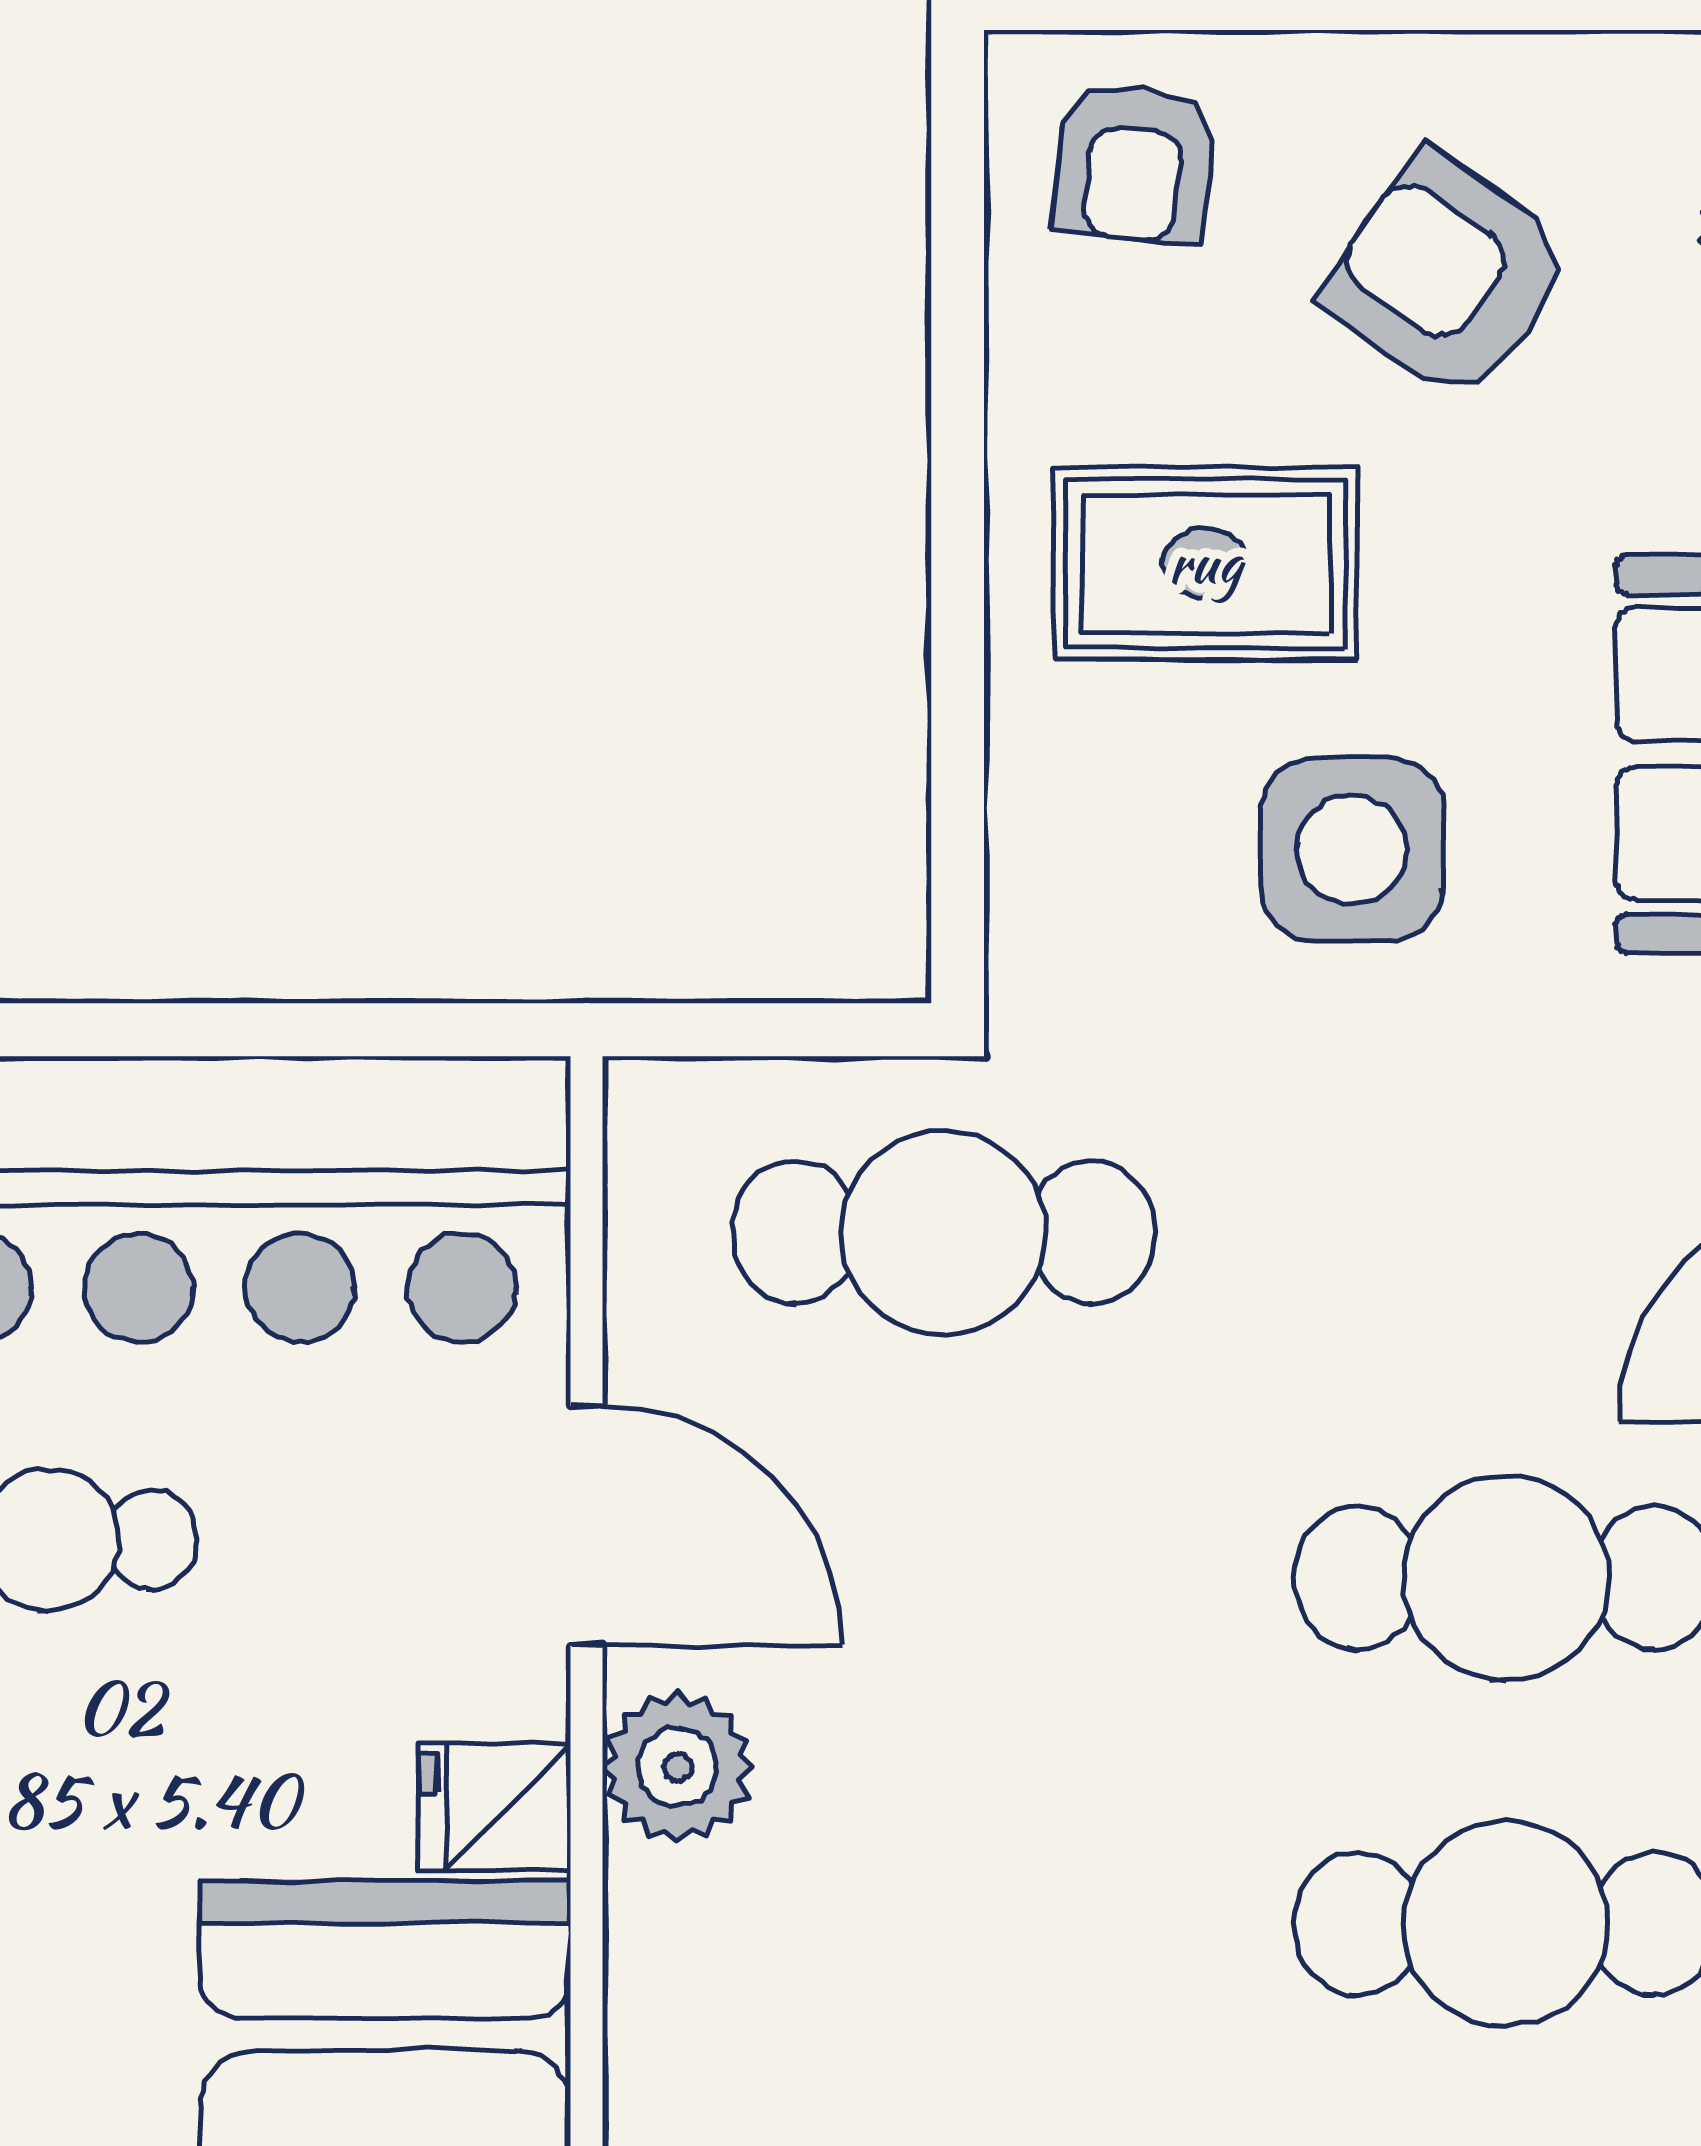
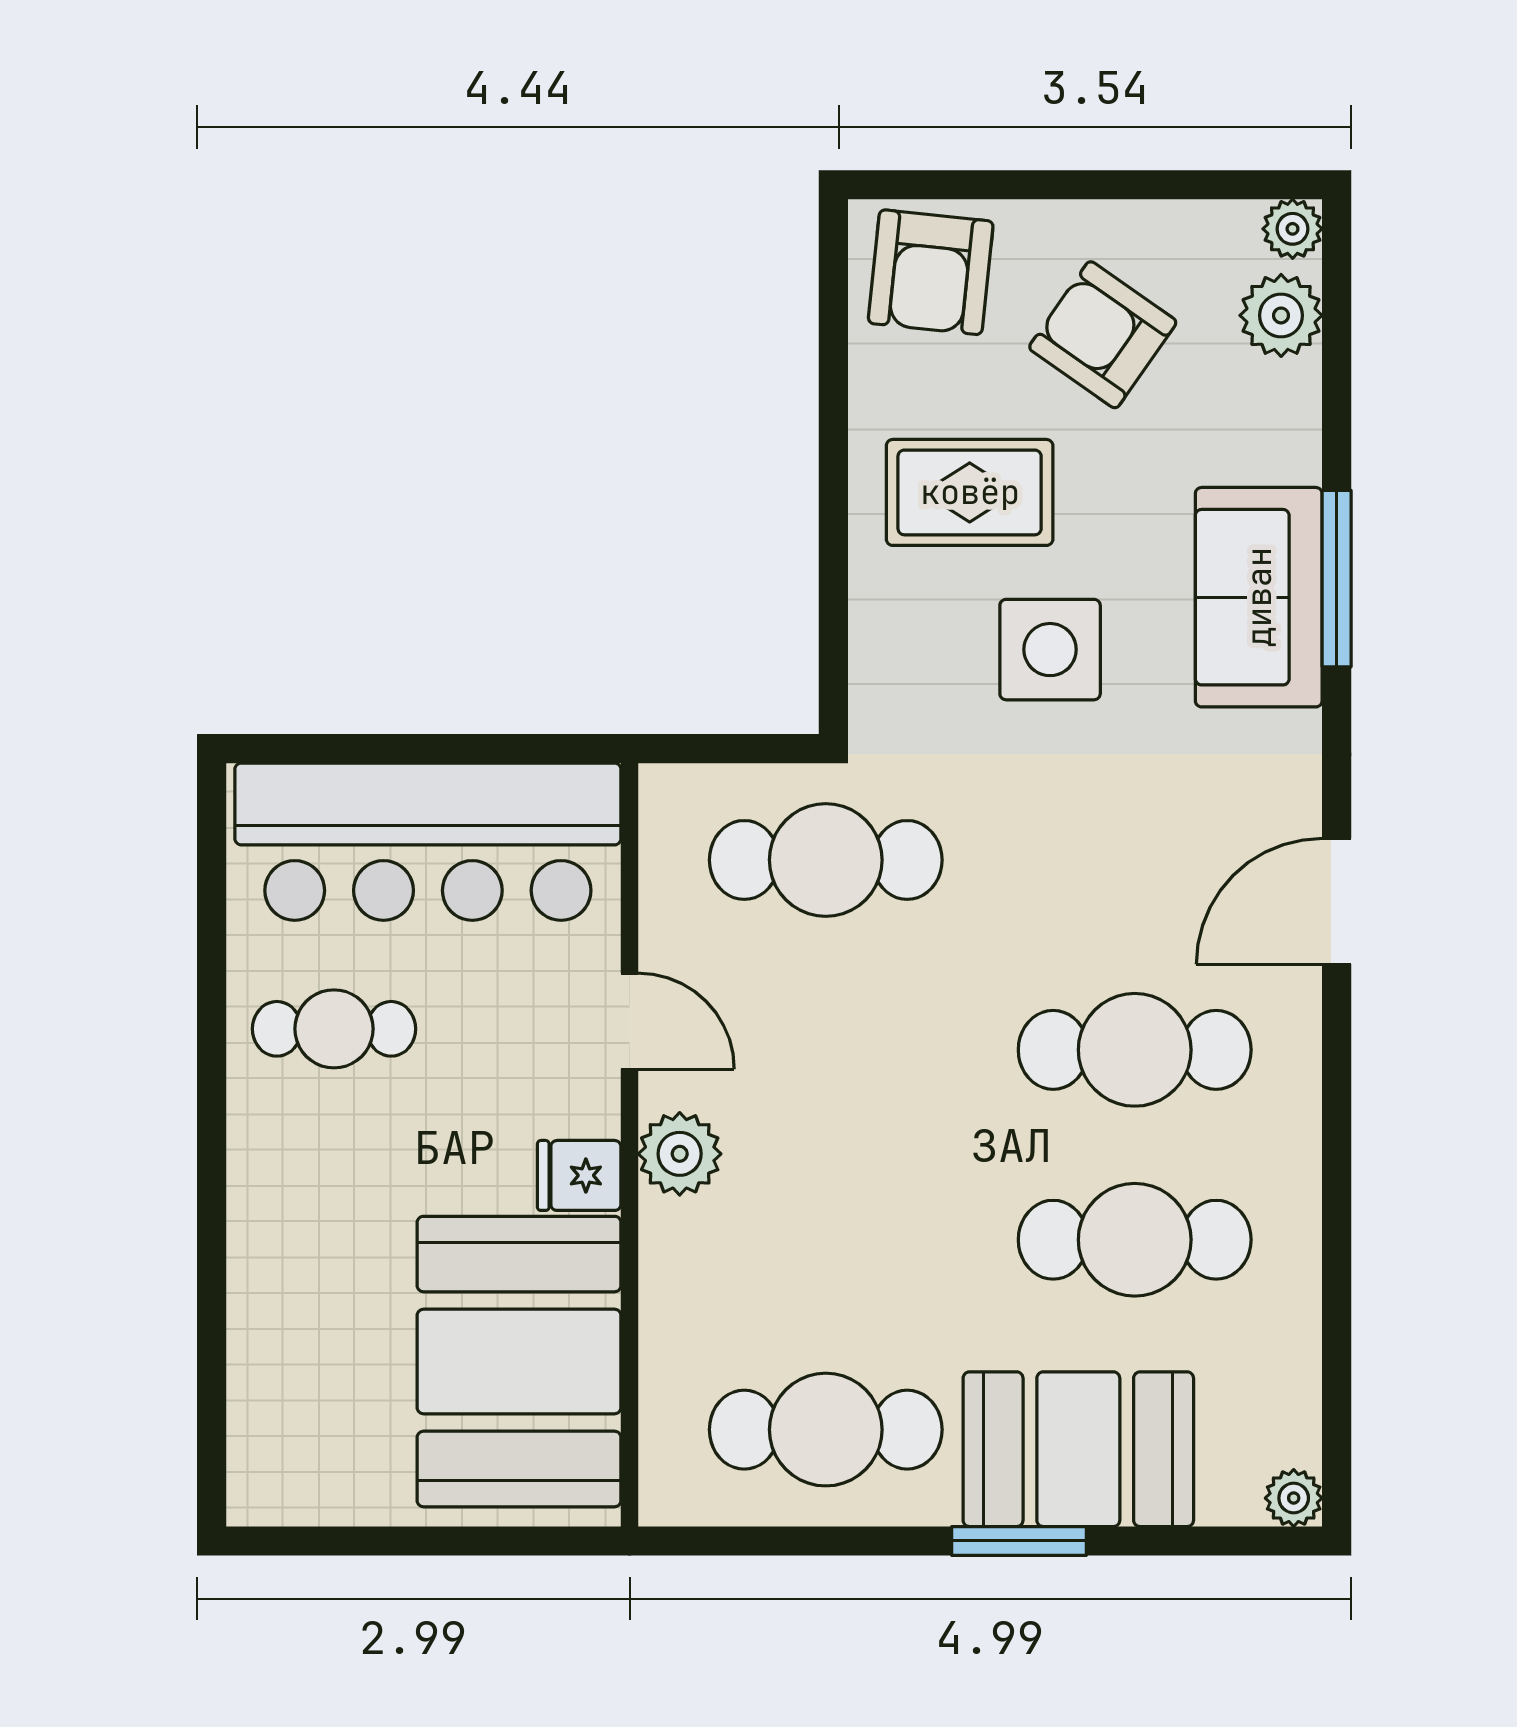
armchair: (1135, 163) -> (931, 272), width x1.38, depth x1.38
door: (587, 1526) -> (630, 1021), width x0.73

